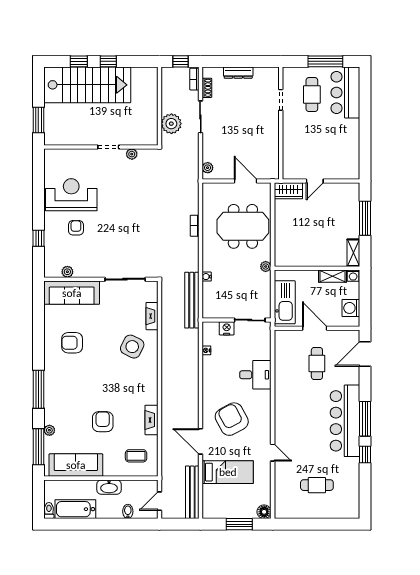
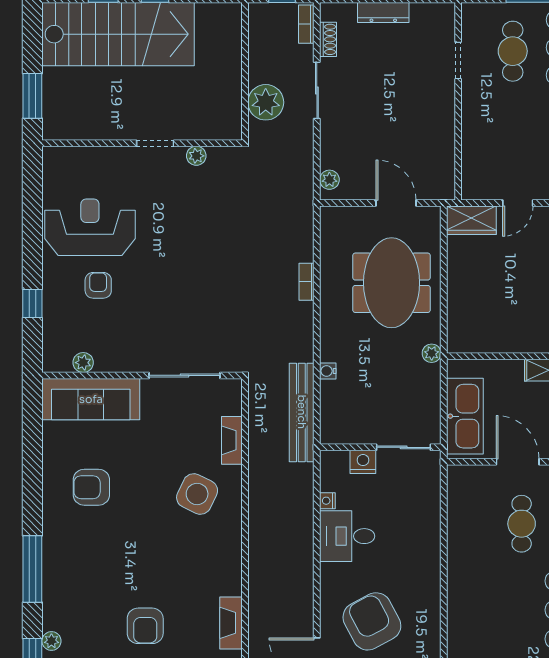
meeting table: (243, 226) -> (392, 283), turned 90
desk: (255, 375) -> (347, 536), moved, turned 180
armchair: (103, 422) -> (145, 626), turned 180

